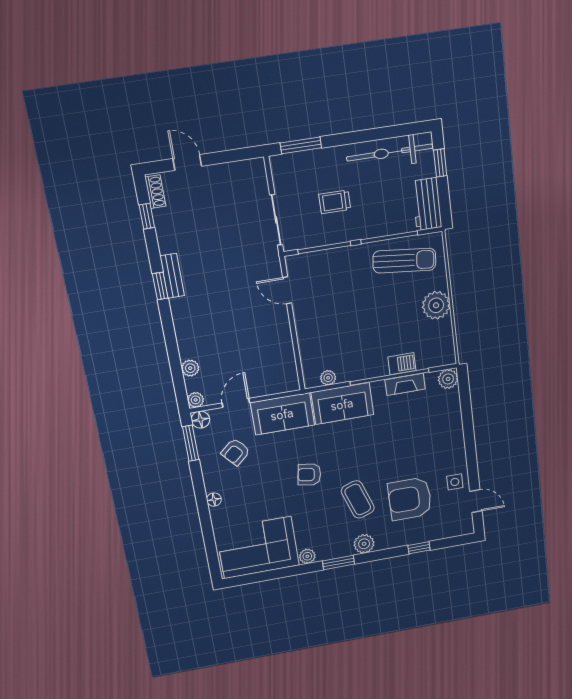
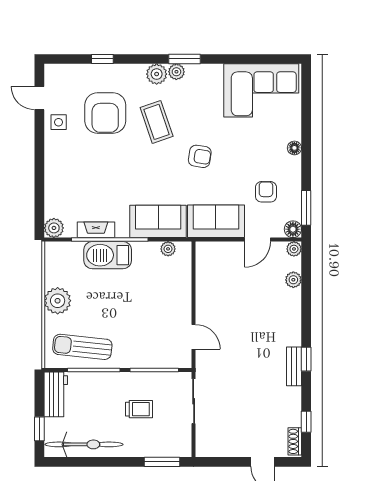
barbecue: (402, 364) -> (108, 255), width x1.88, depth x1.53
armchair: (236, 452) -> (266, 192), turned -49
armchair: (410, 499) -> (105, 113), turned 90
plant: (307, 556) -> (176, 72), moved

